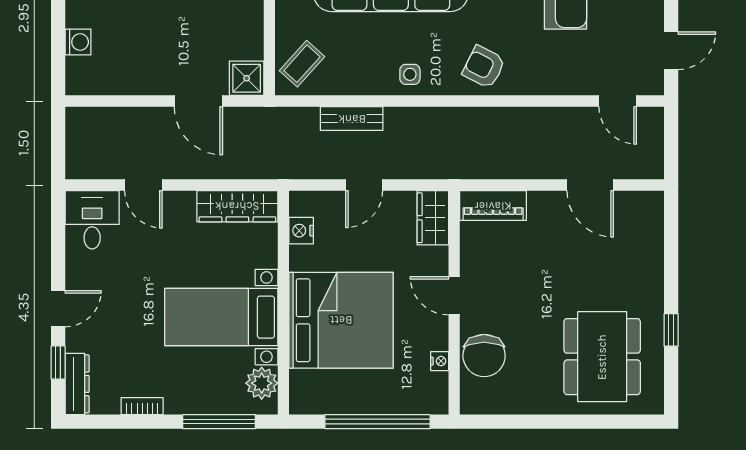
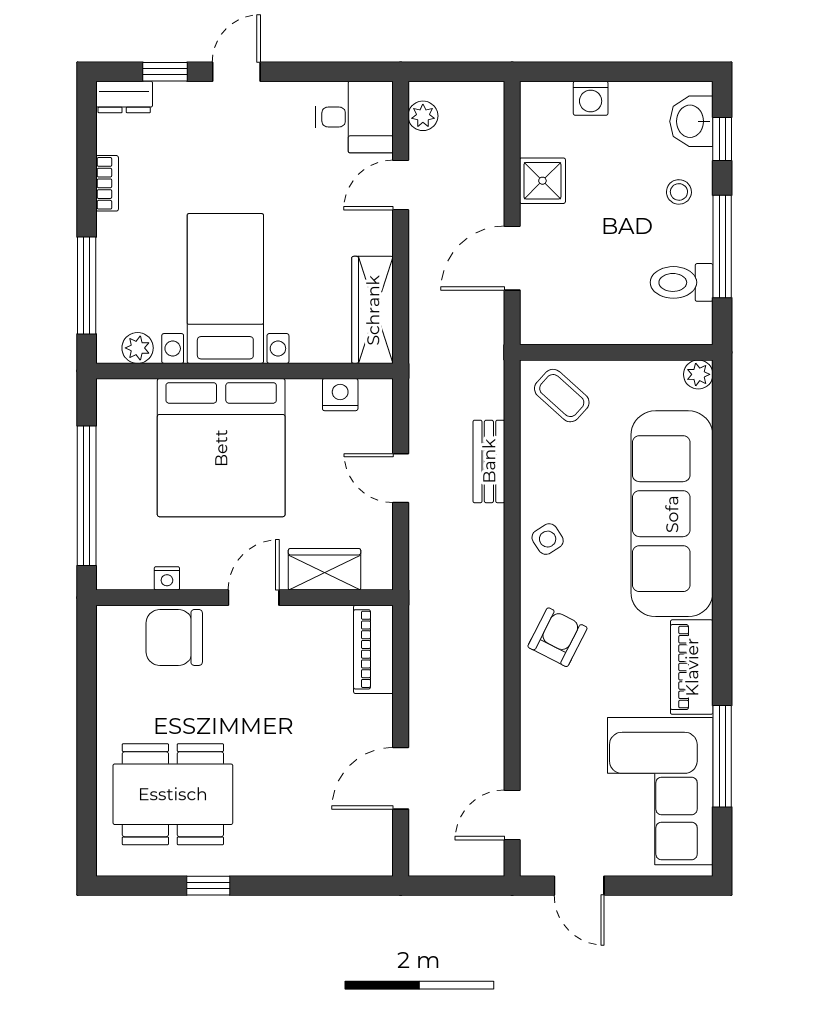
side table: (410, 74) -> (548, 539), turned -33
shower: (247, 78) -> (542, 181), moved
plant: (91, 168) -> (423, 116), added
wardrobe: (433, 218) -> (324, 569), moved
door: (58, 309) -> (236, 72), swing flipped
plant: (262, 383) -> (138, 348), width x0.73, depth x0.73
dresser: (77, 384) -> (124, 97), width x0.70

